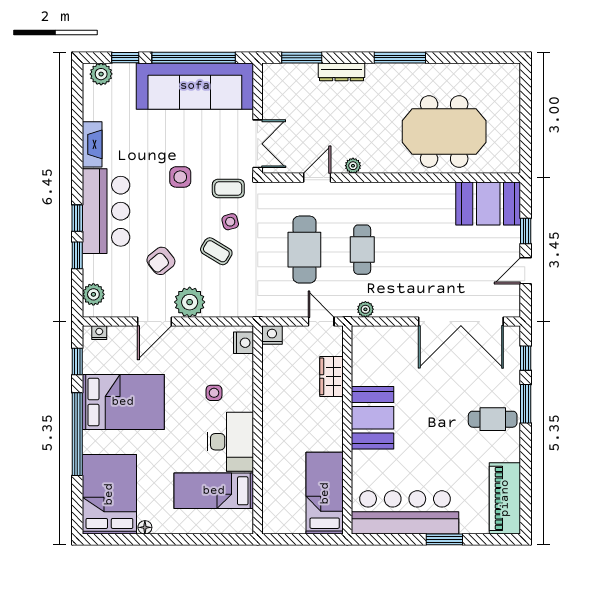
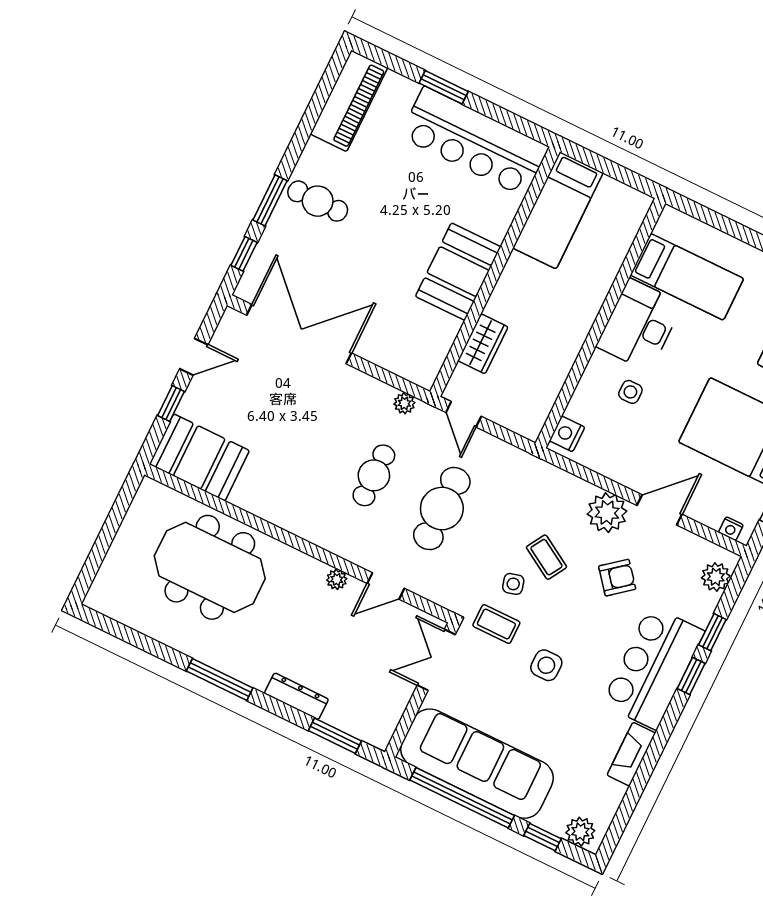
nightstand: (272, 335) -> (529, 427), removed

